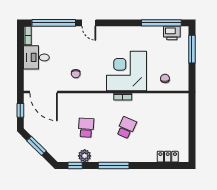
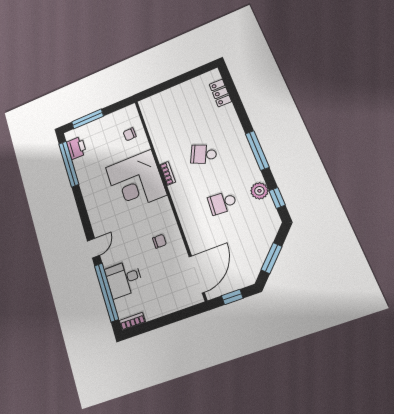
desk: (36, 57) -> (124, 279), moved, turned 90

